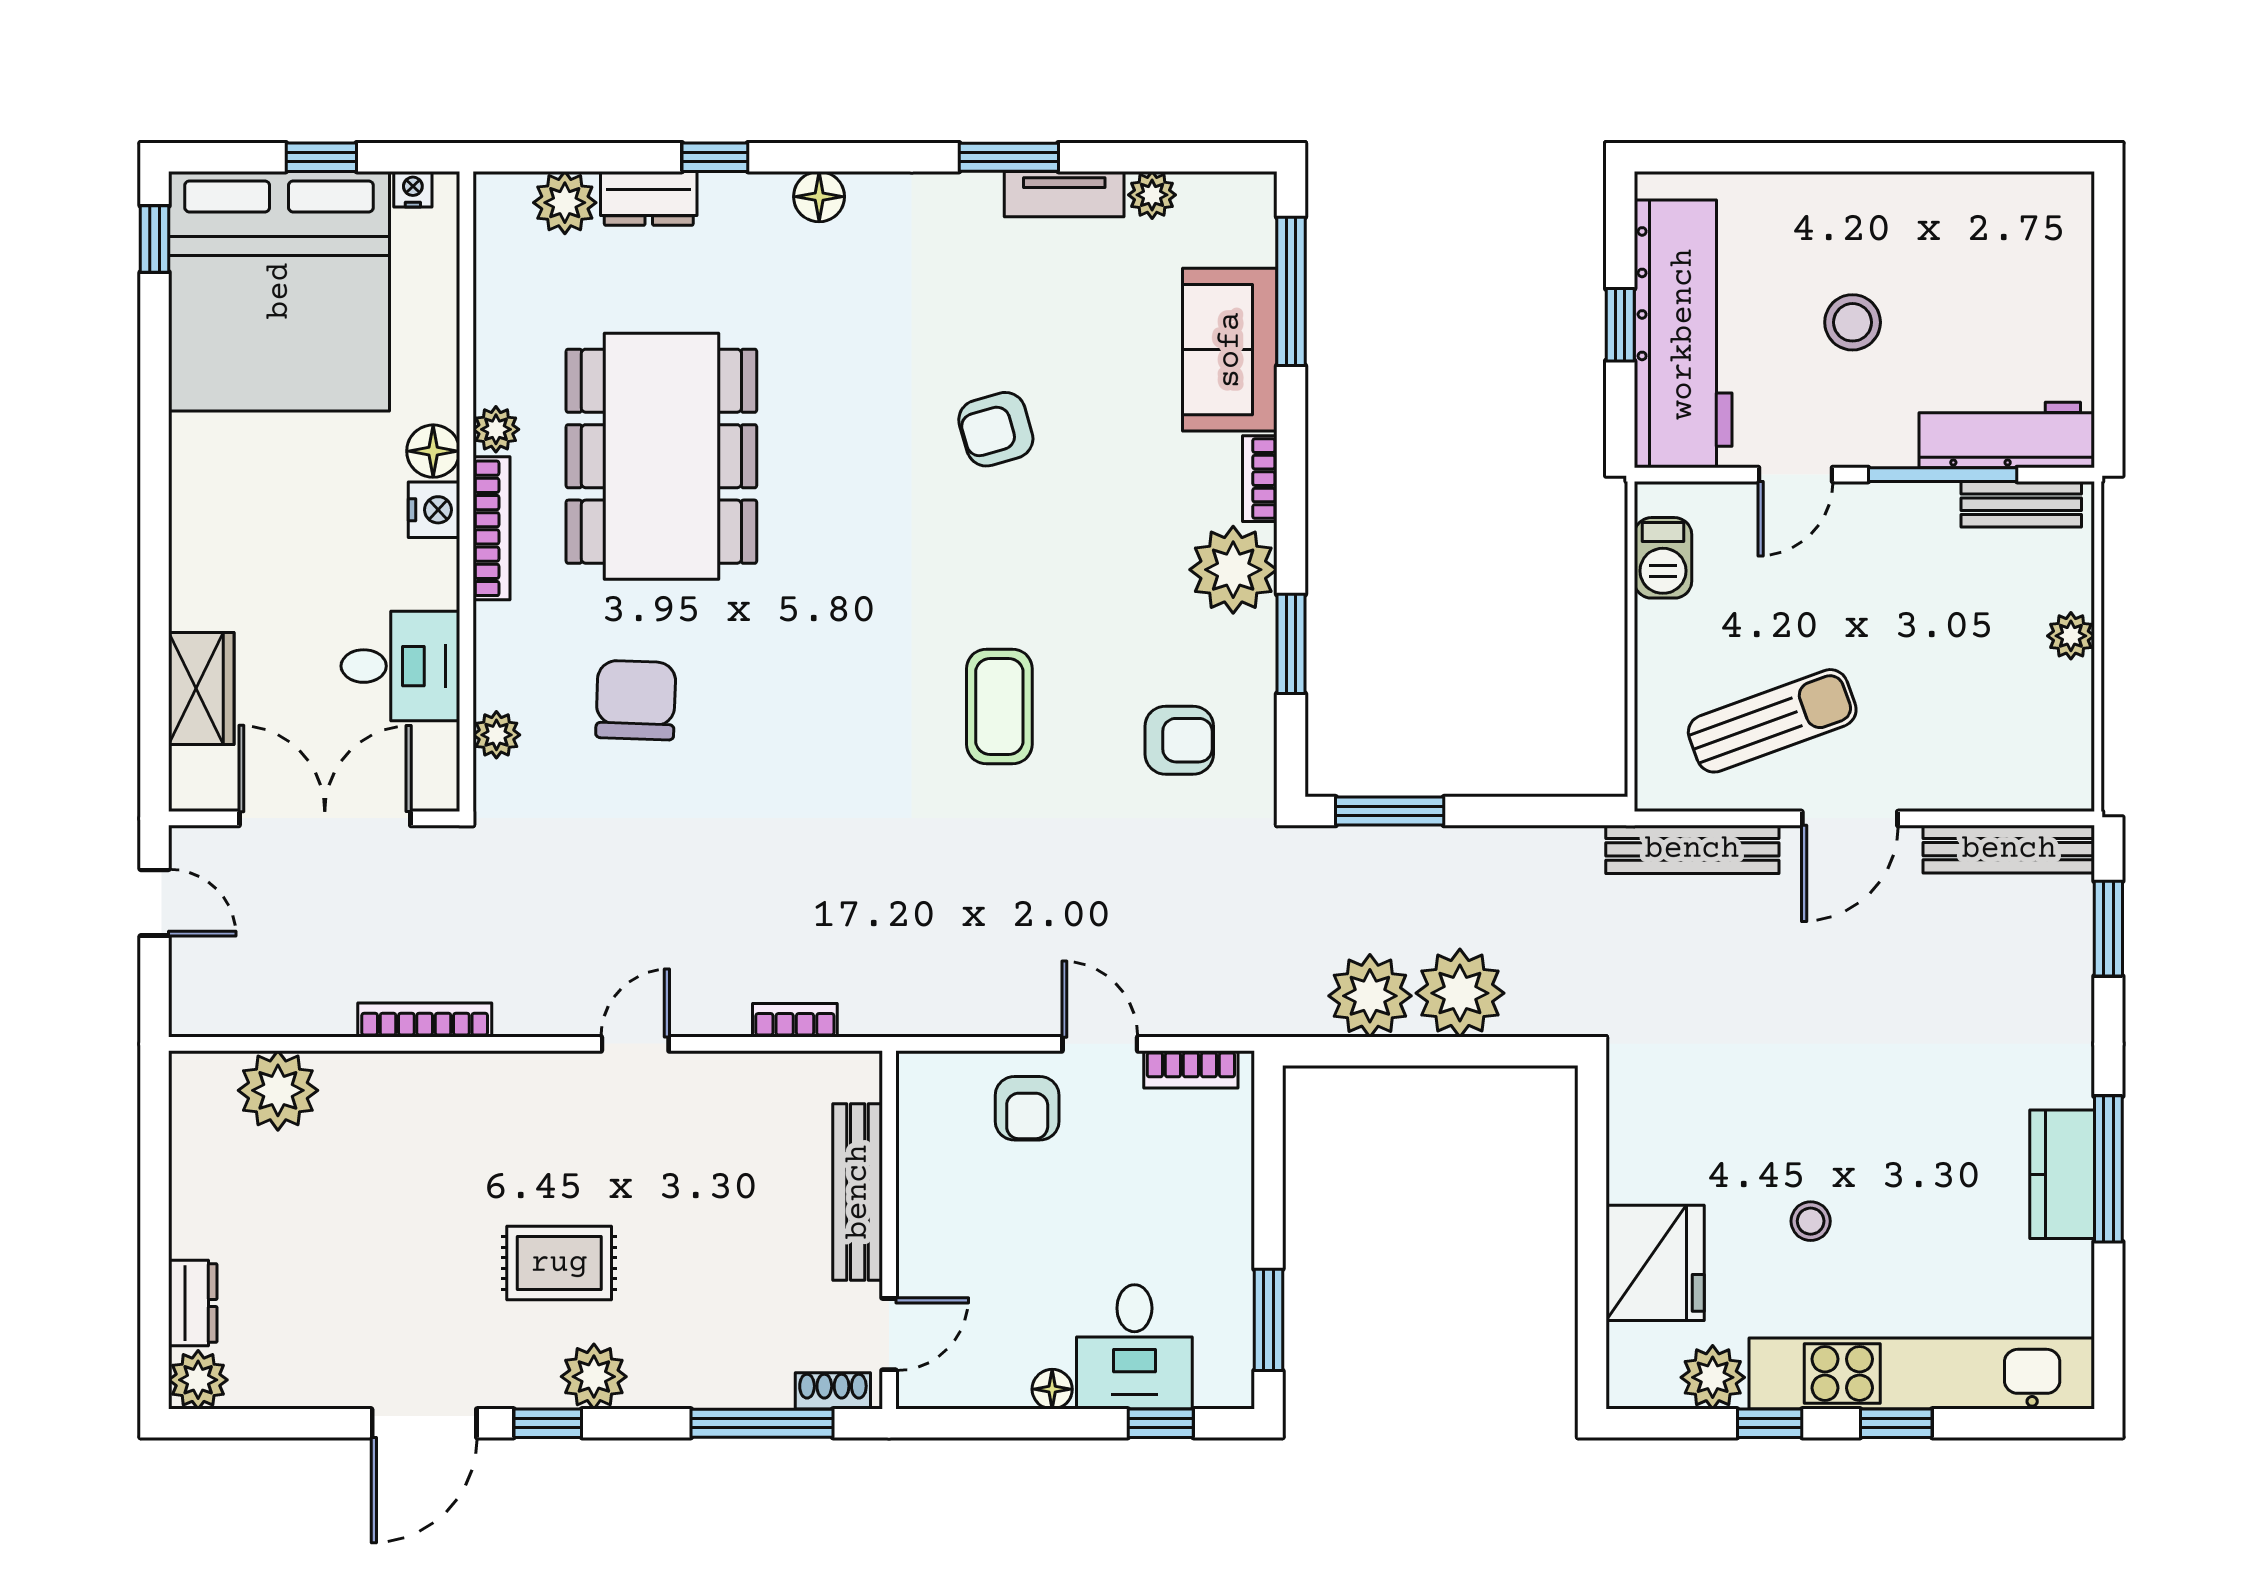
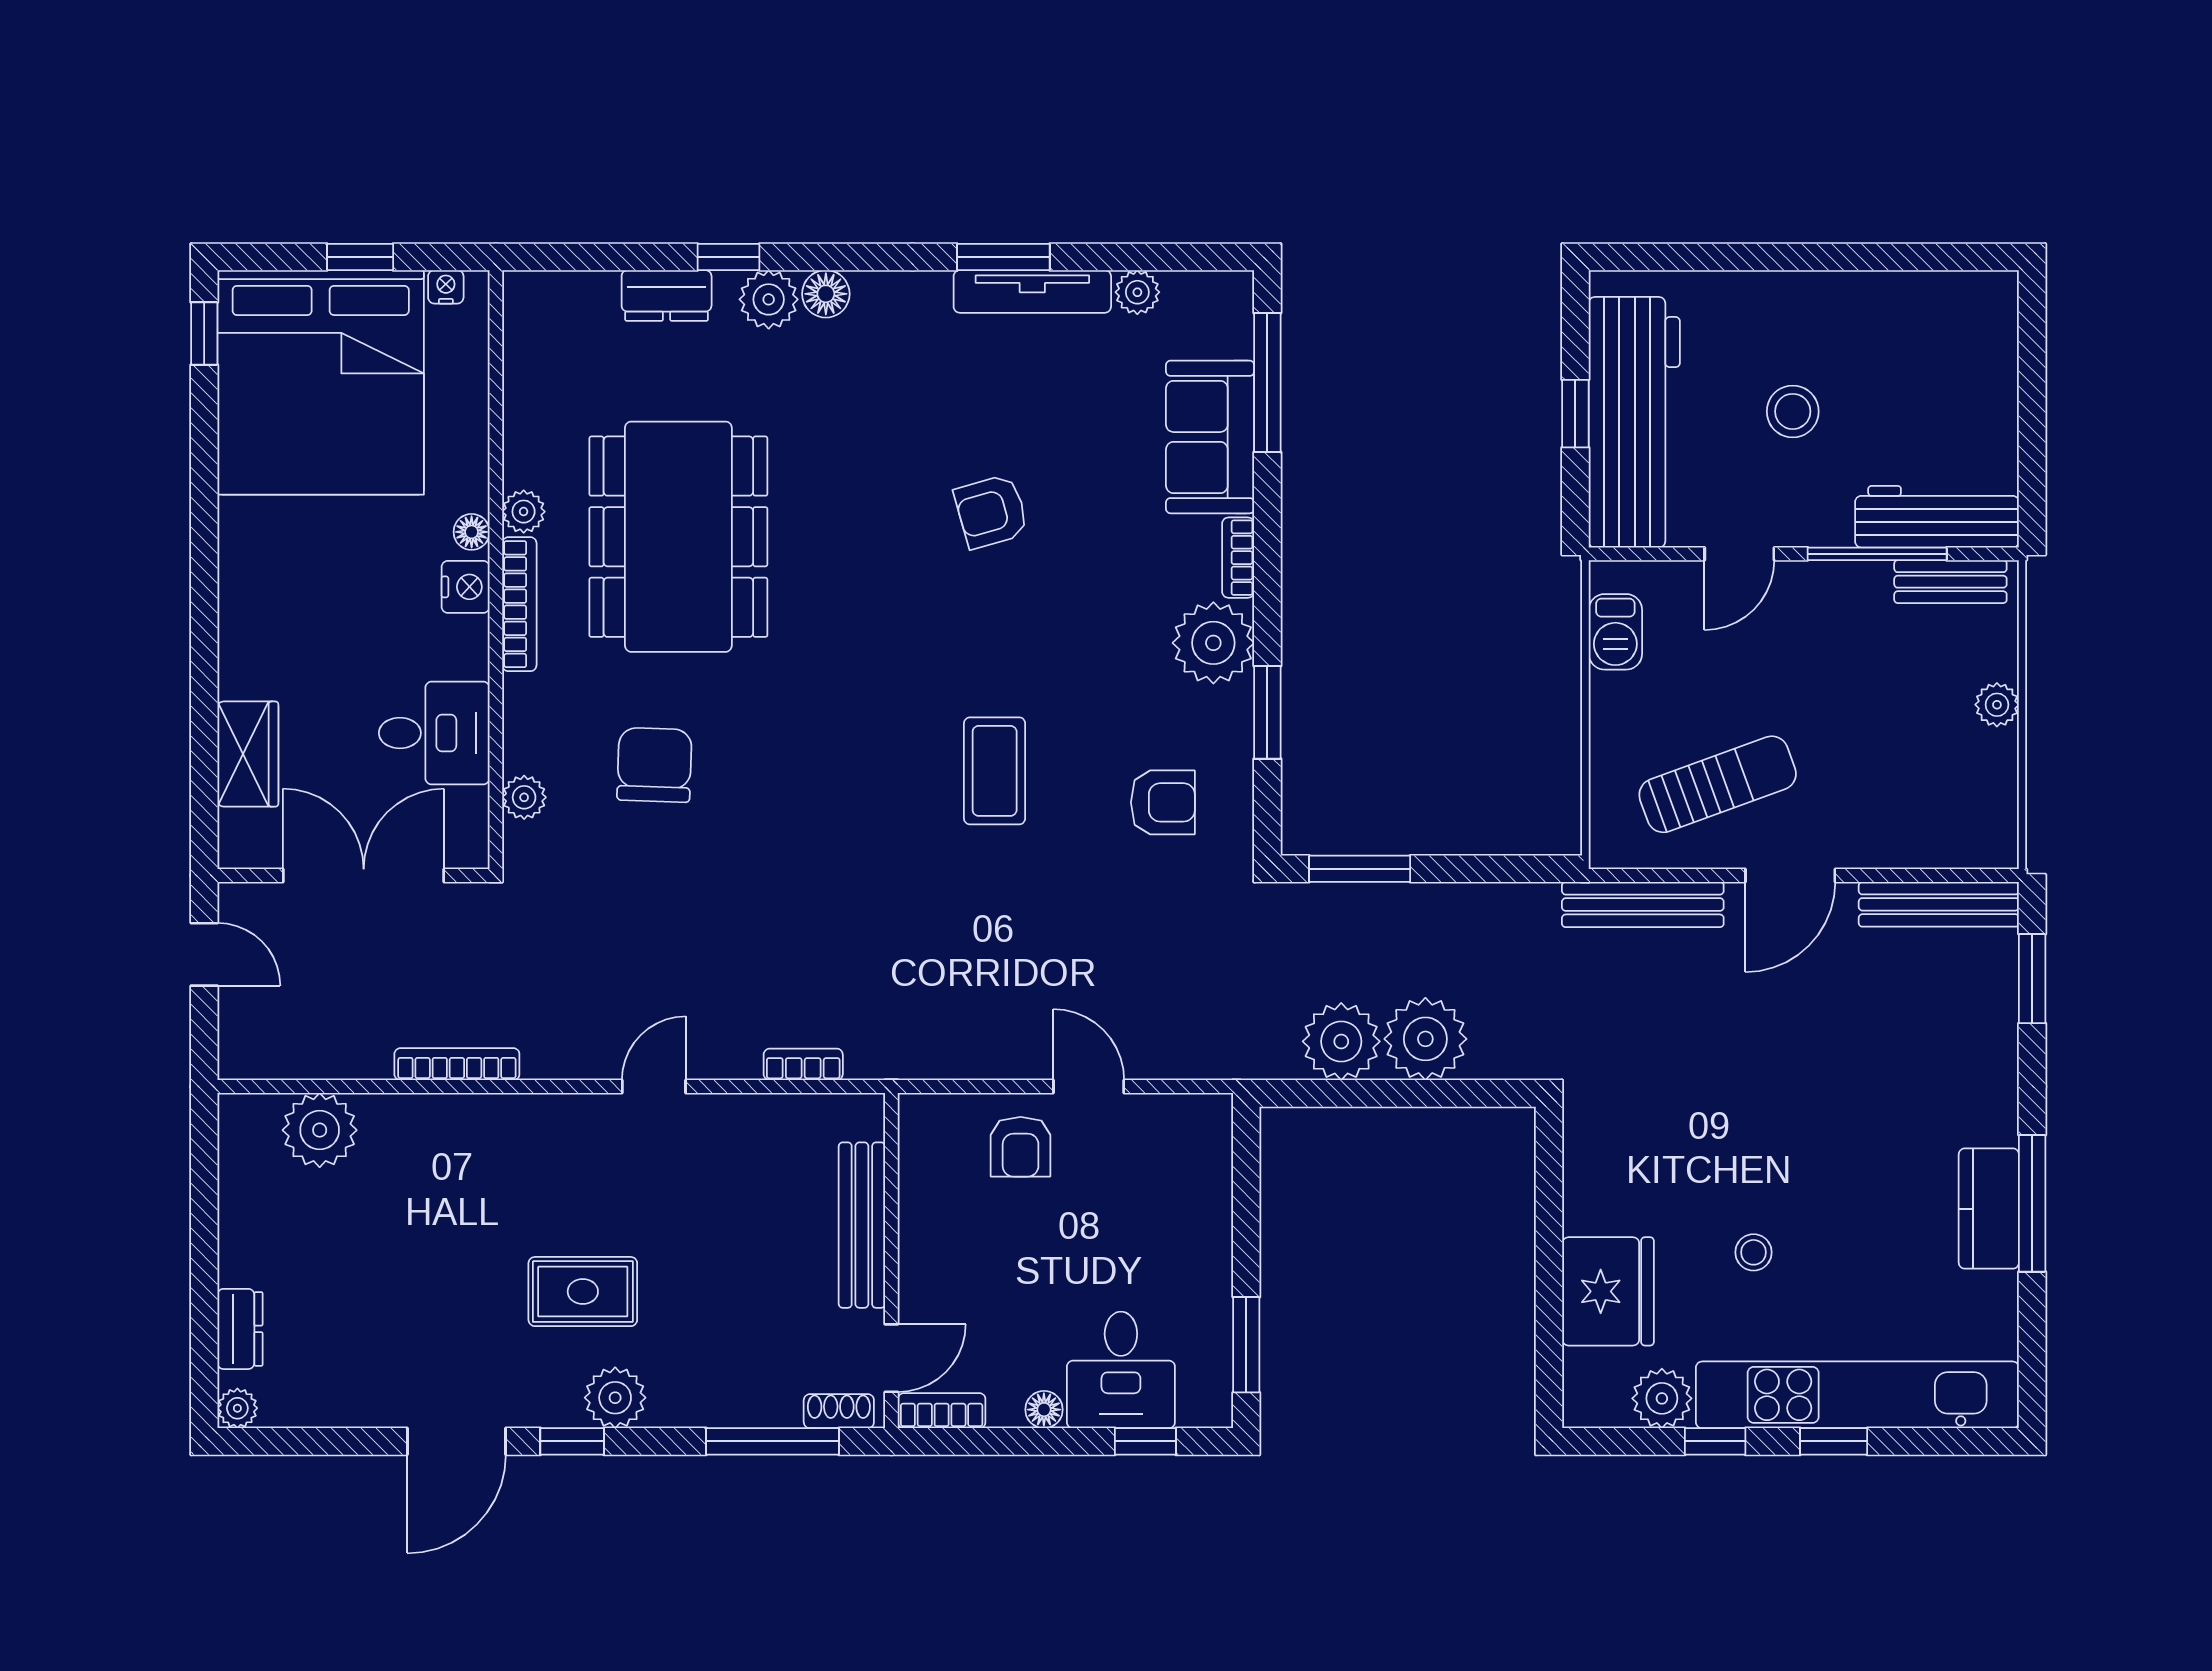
tv unit: (1064, 194) -> (1032, 291), width x1.41
plant: (565, 203) -> (769, 299), moved
floor lamp: (433, 451) -> (472, 532), width x0.73, depth x0.73
bookcase: (1191, 1069) -> (942, 1411), moved, turned 180
plant: (198, 1380) -> (237, 1408), width x0.73, depth x0.73

